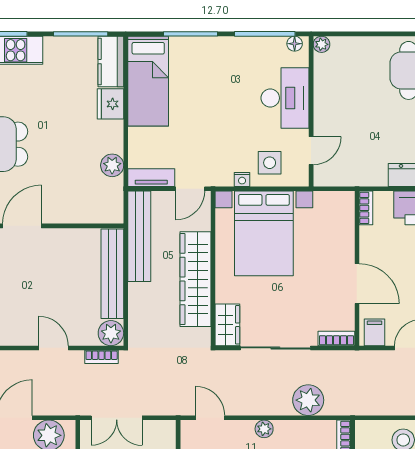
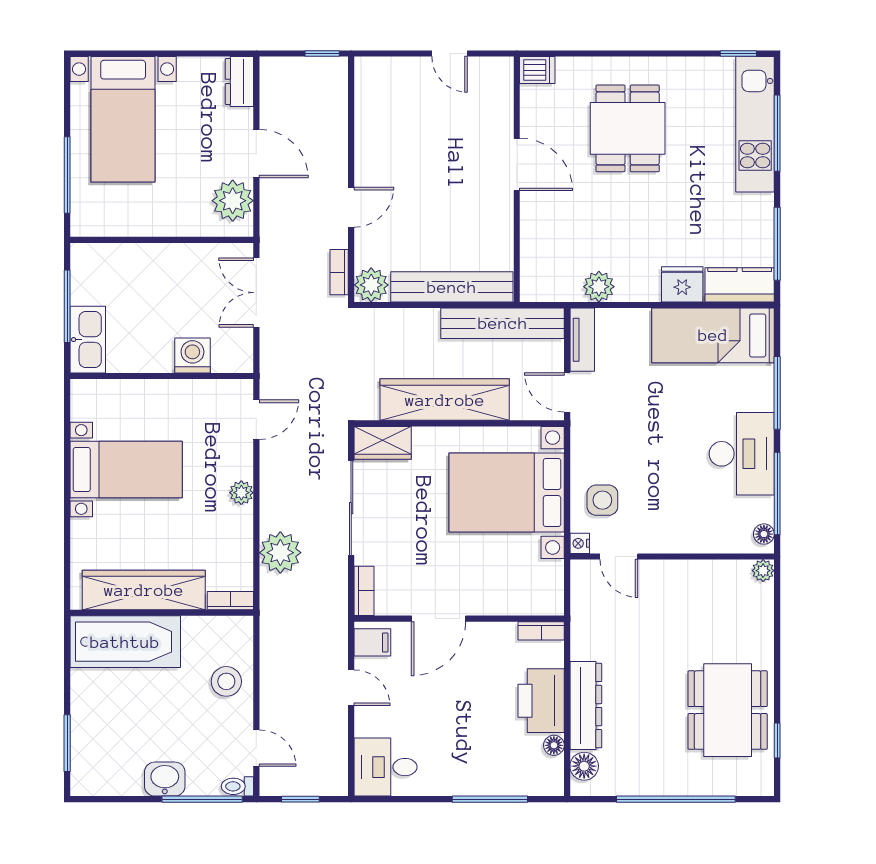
desk: (285, 98) -> (742, 454), moved, turned -90
nightstand: (242, 179) -> (580, 543), moved

